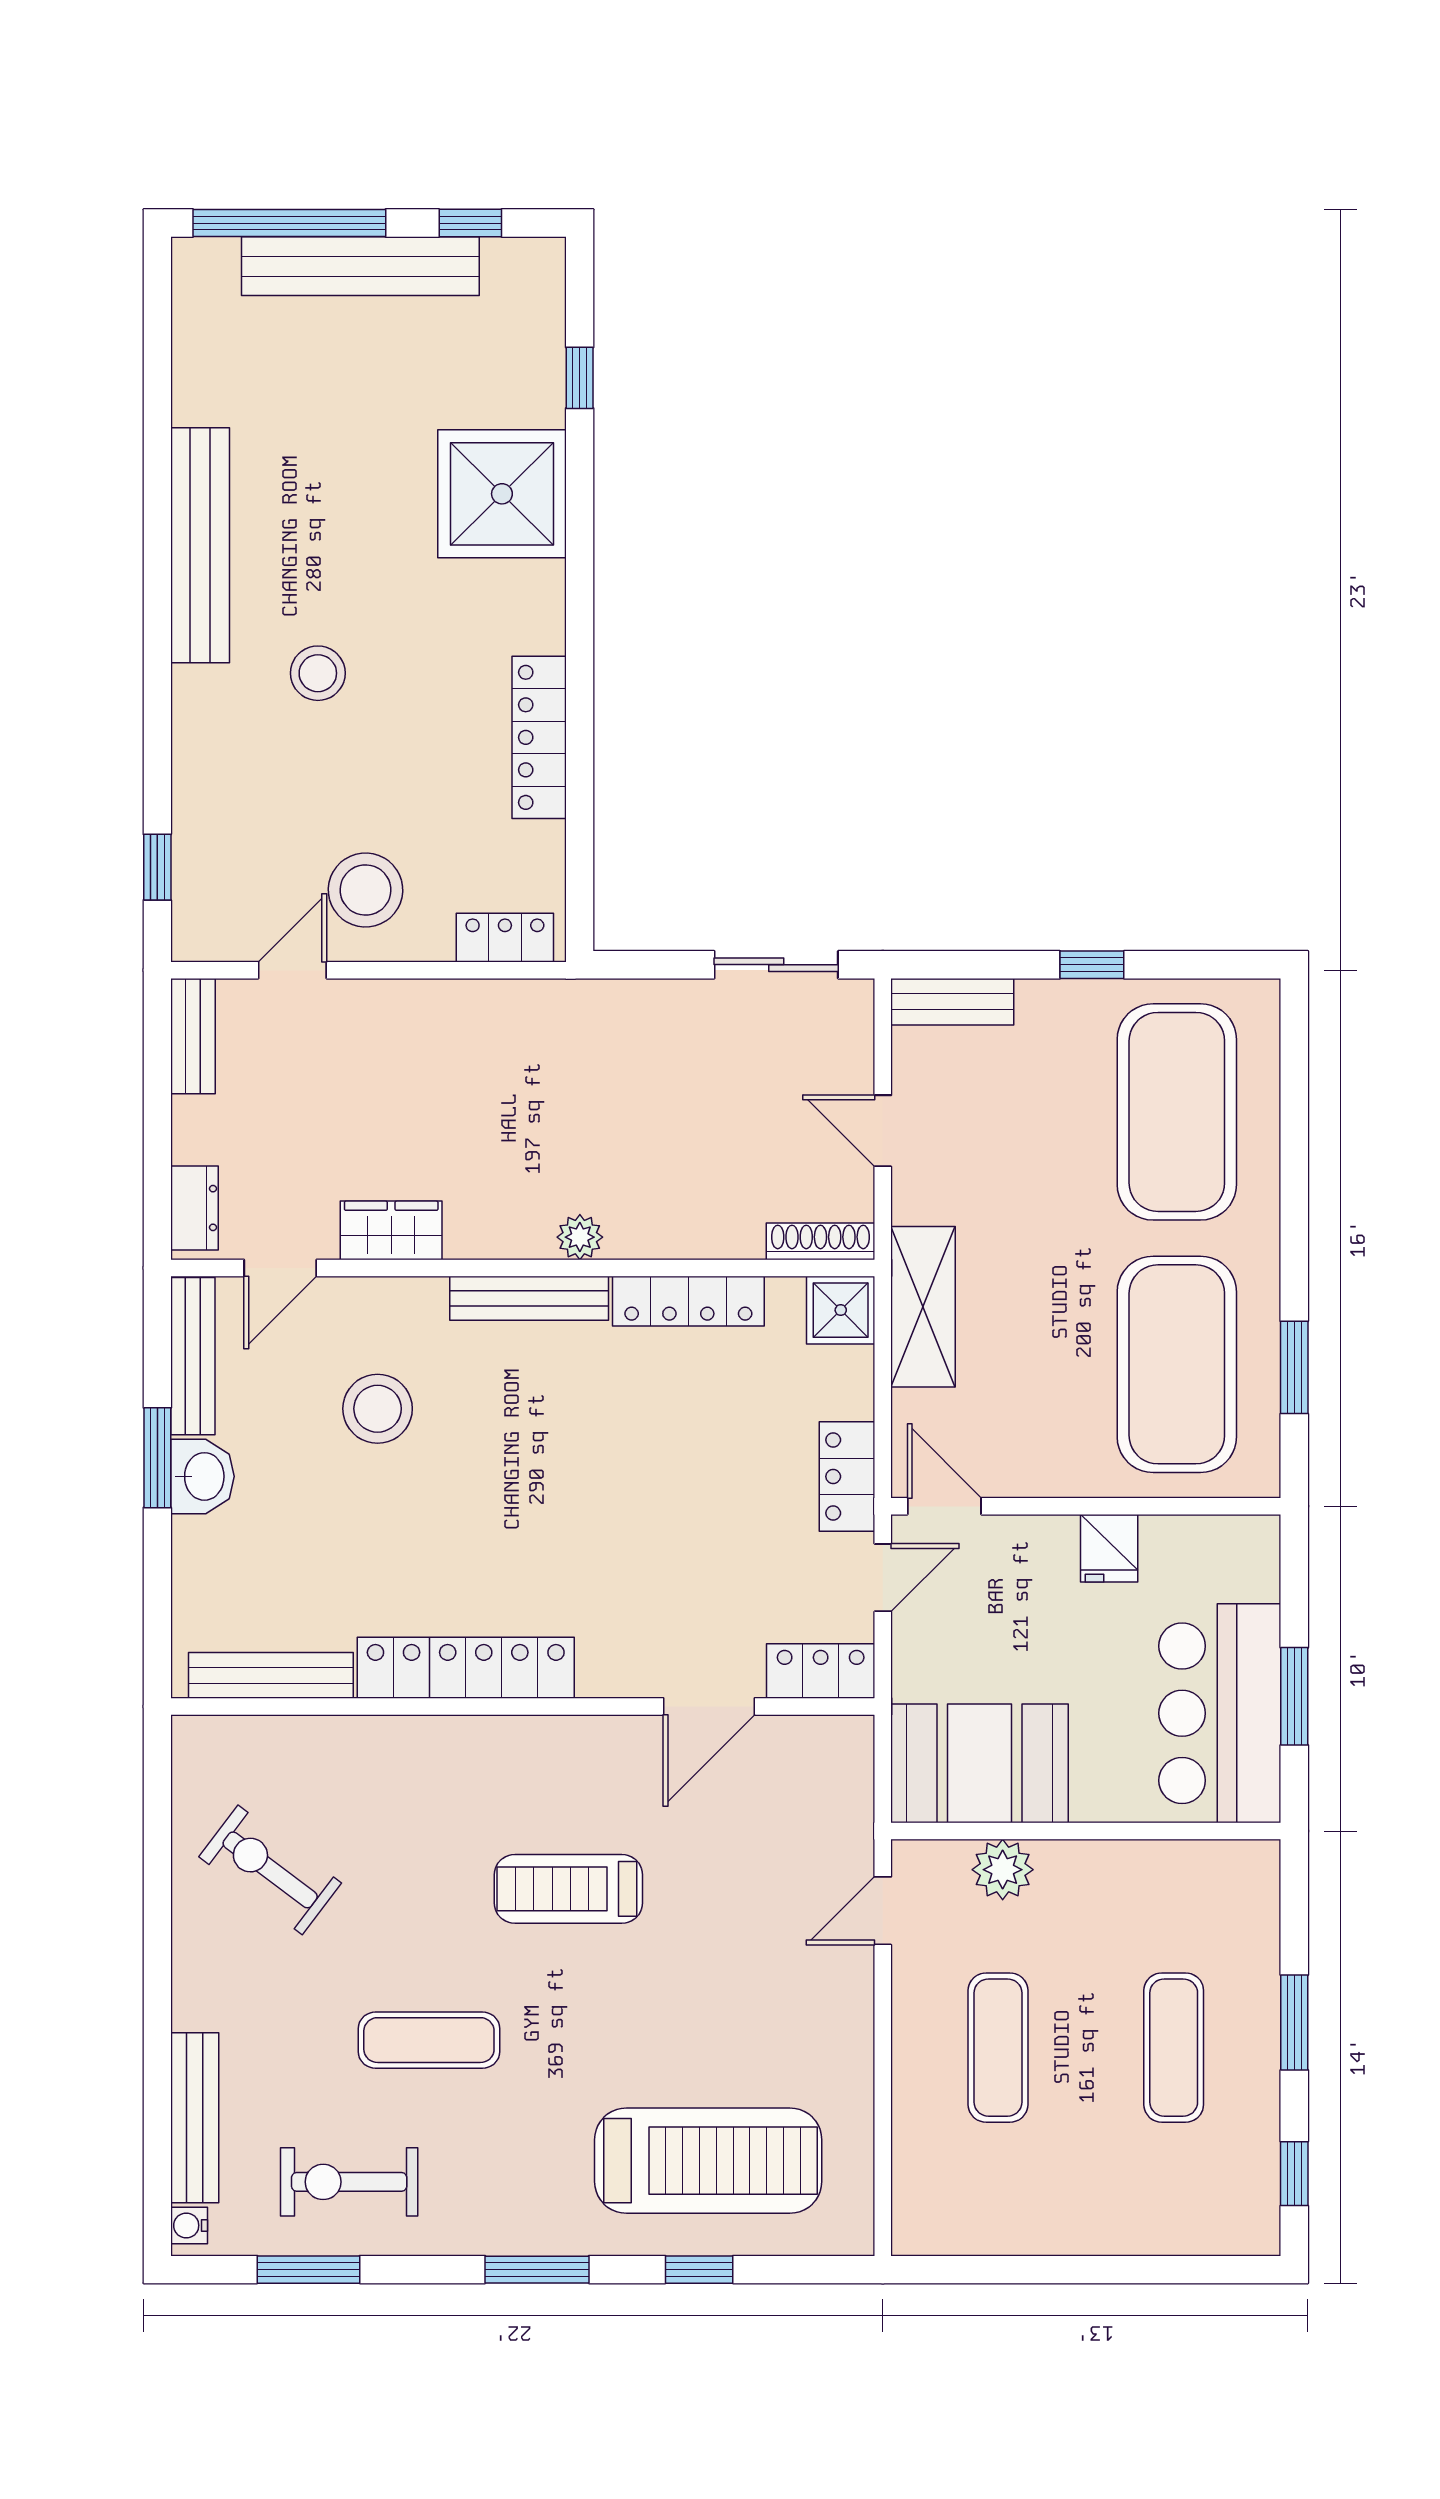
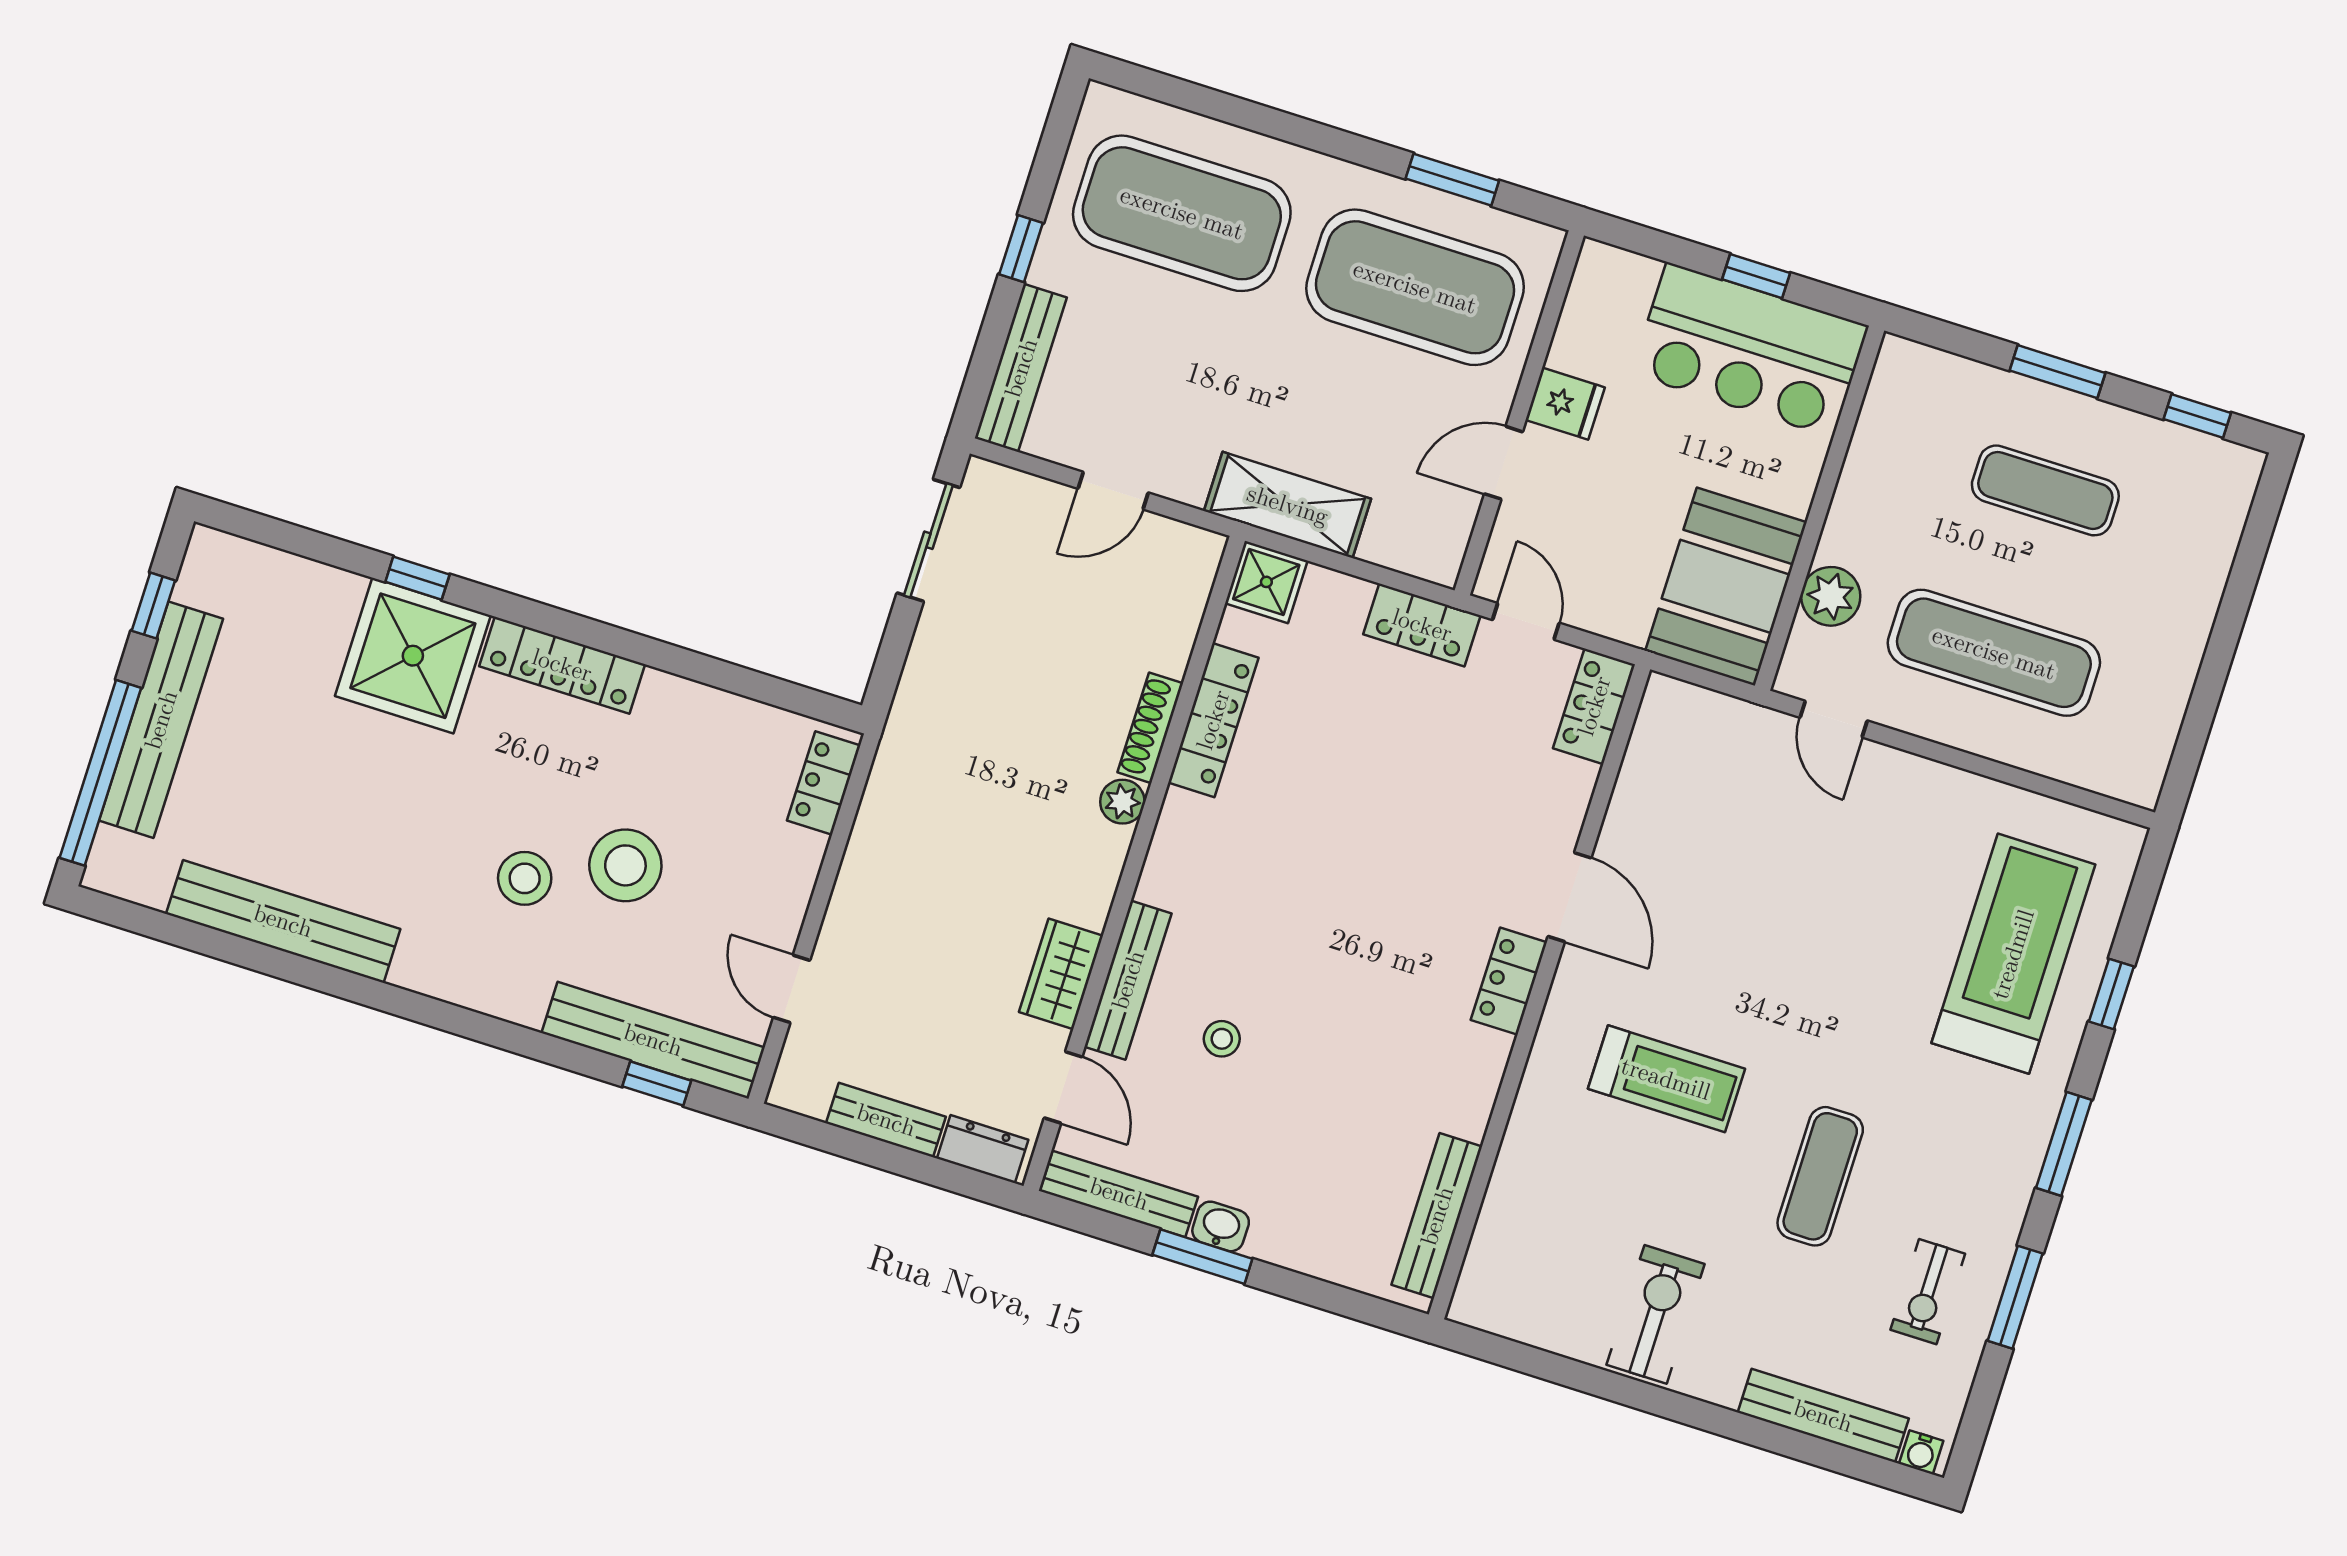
window: (580, 378) -> (417, 578), moved
bench: (200, 545) -> (283, 921), moved
locker: (539, 737) -> (562, 665), moved
bench: (199, 850) -> (653, 1040), added
stool: (366, 890) -> (625, 865), moved
bench: (952, 1002) -> (1021, 368), width x1.36
bench: (193, 1036) -> (886, 1120), moved
shoe rack: (820, 1241) -> (1150, 728), moved
bench: (529, 1298) -> (1128, 980), moved
stool: (378, 1409) -> (1222, 1039), width x0.53, depth x0.53
washbasin: (202, 1476) -> (1221, 1226), width x0.72, depth x0.69
door: (944, 1506) -> (1504, 463), moved
locker: (466, 1668) -> (1509, 981), width x0.46, depth x0.83
window: (1294, 1696) -> (1756, 276), width x0.67
door: (709, 1706) -> (1570, 897), moved
exercise bike: (270, 1870) -> (1656, 1314), moved, turned 143
treadmill: (568, 1889) -> (1666, 1079), moved, turned -90
exercise mat: (998, 2048) -> (1994, 653), width x1.36, depth x1.45
exercise bike: (349, 2182) -> (1928, 1292), width x0.73, depth x0.72
window: (309, 2270) -> (2015, 1297), moved

